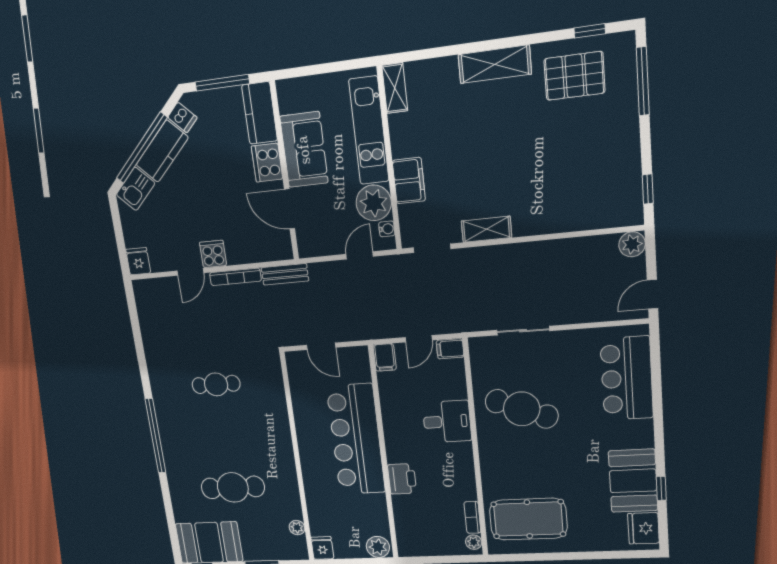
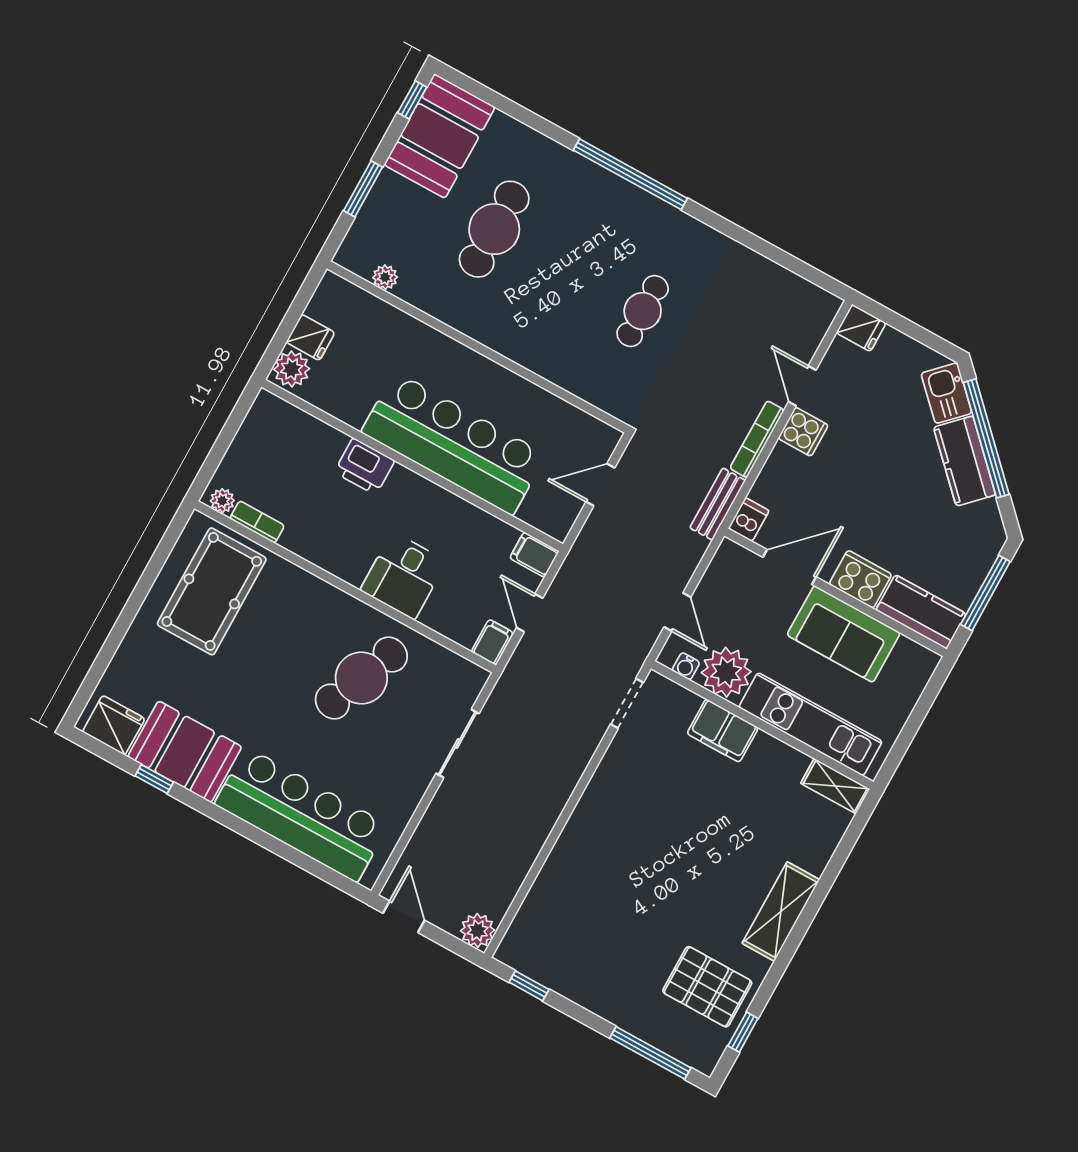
pallet: (574, 76) -> (707, 987), turned 90
dishwasher: (182, 117) -> (749, 520), moved, turned 135
shelving: (486, 229) -> (606, 781), removed
bar counter: (627, 378) -> (301, 815), width x1.36
fridge: (322, 548) -> (310, 337), moved

